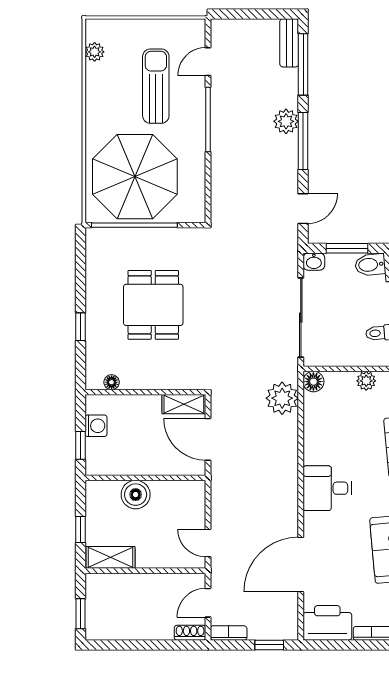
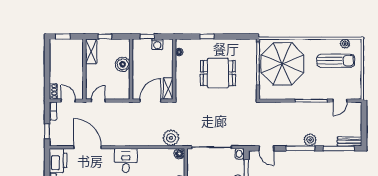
door: (208, 62) -> (340, 101), swing flipped
sun lounger: (156, 86) -> (336, 61), moved

